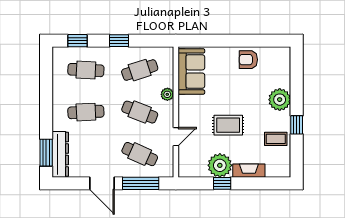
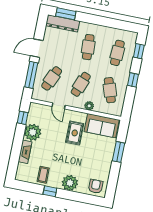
window: (223, 41) -> (118, 152), added
armchair: (248, 60) -> (96, 186), moved
rug: (228, 125) -> (75, 133), moved
window: (222, 183) -> (23, 118), moved

